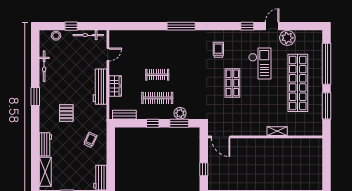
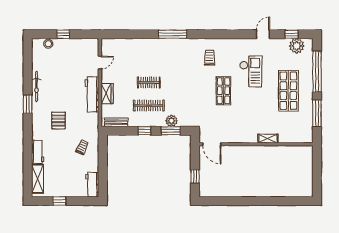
window: (247, 26) -> (291, 34), moved
bicycle: (88, 35) -> (80, 43), removed
plant: (287, 38) -> (297, 46), moved
bicycle: (44, 66) -> (37, 87), moved
shop shelf: (298, 83) -> (288, 91), width x0.71

